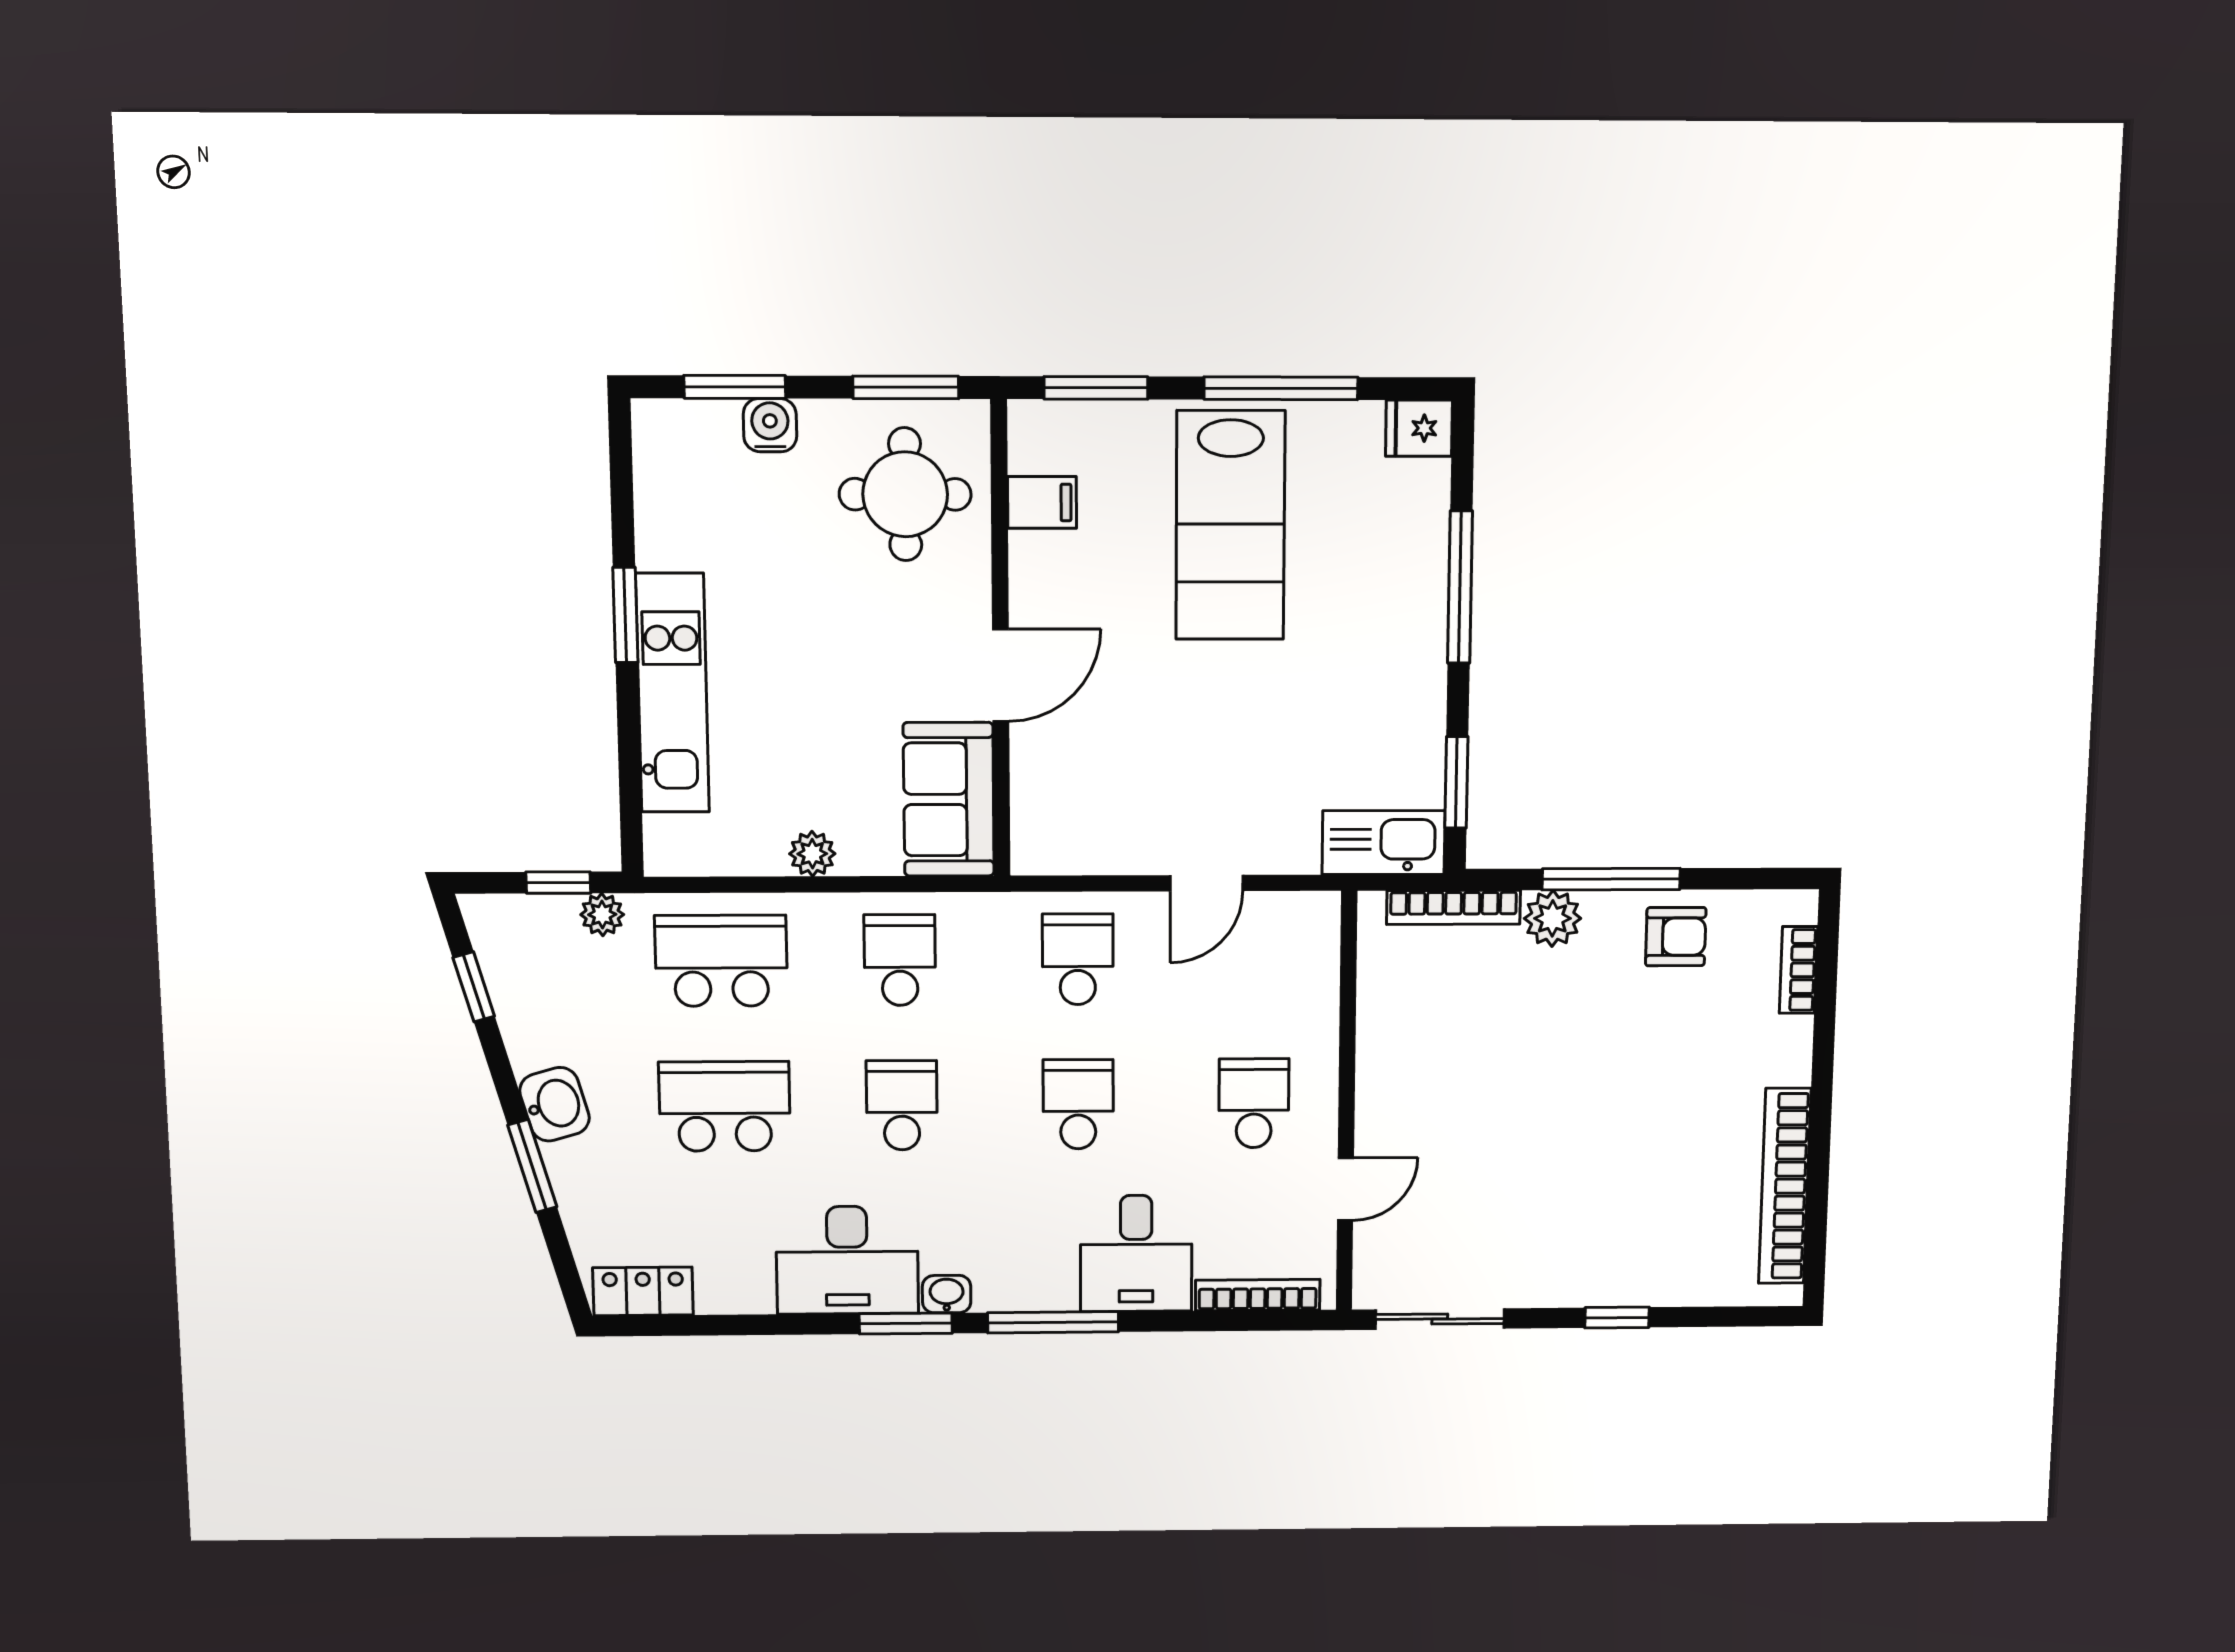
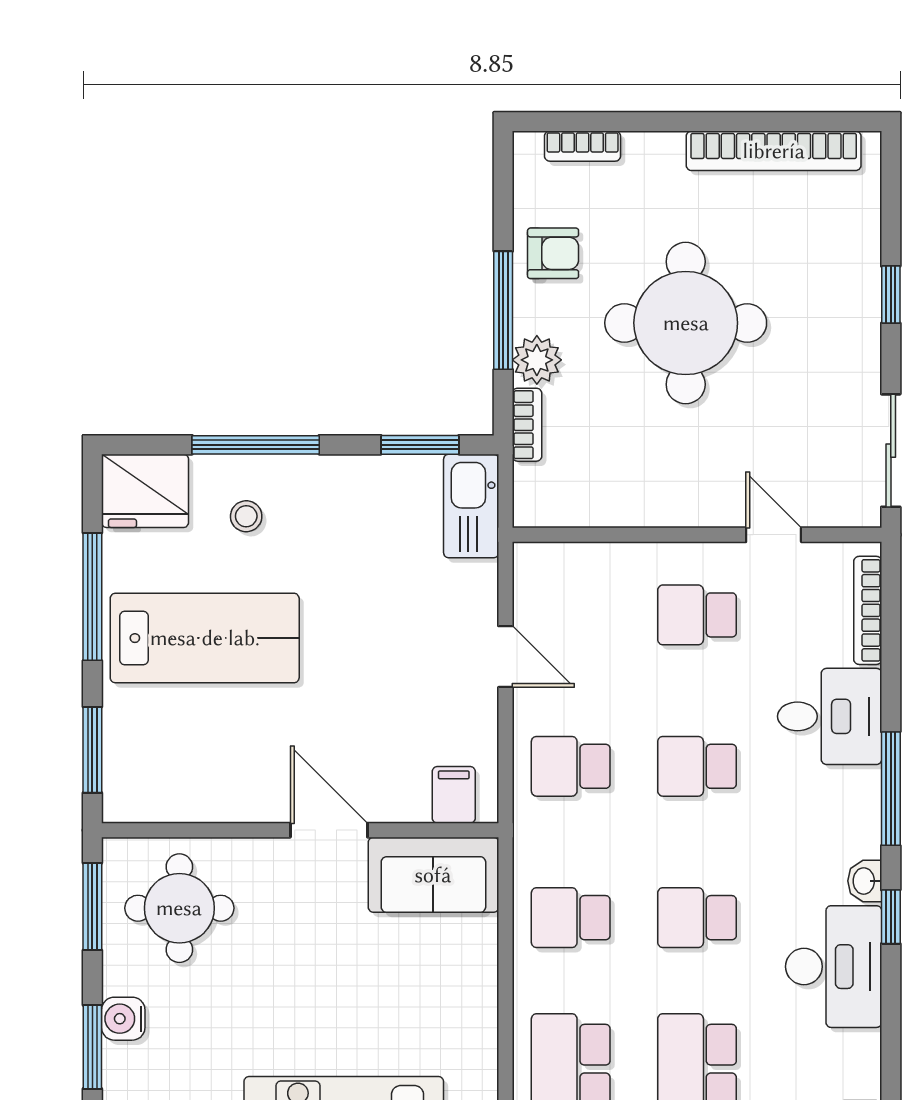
fridge: (1419, 428) -> (145, 491), width x1.88, depth x1.34
filing cabinet: (1042, 502) -> (454, 795), moved
stool: (1375, 576) -> (246, 516), added
plant: (812, 854) -> (479, 990), removed
bookcase: (1453, 907) -> (527, 425), width x0.64
armchair: (1676, 937) -> (553, 253), turned 90
round table: (1591, 1088) -> (686, 323), added
window: (906, 1323) -> (891, 917), width x0.67

